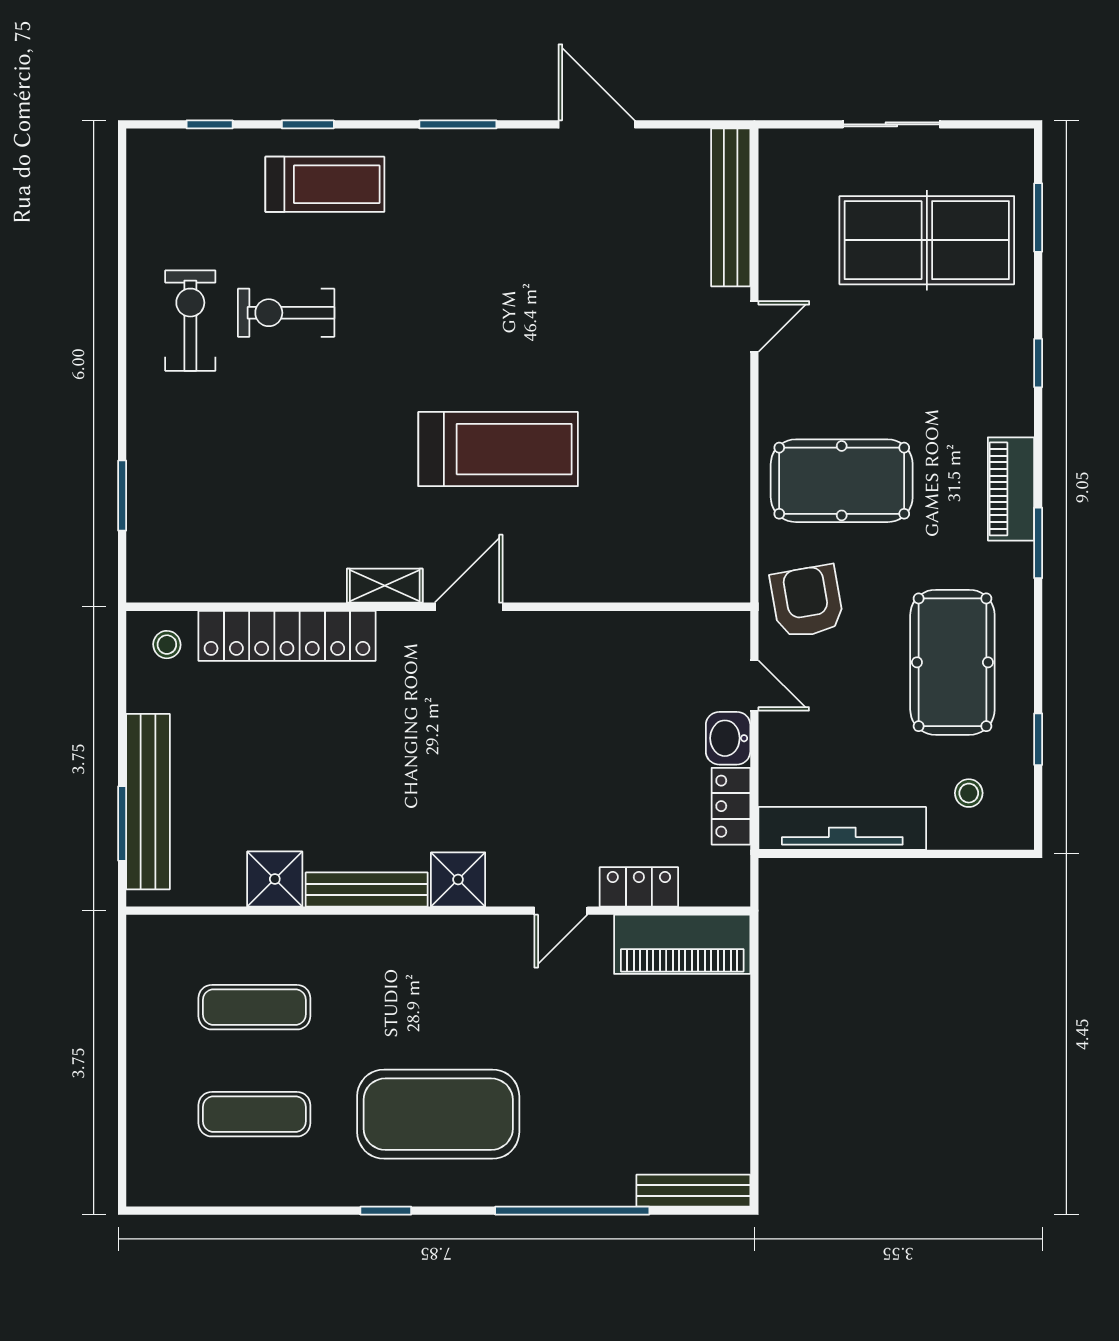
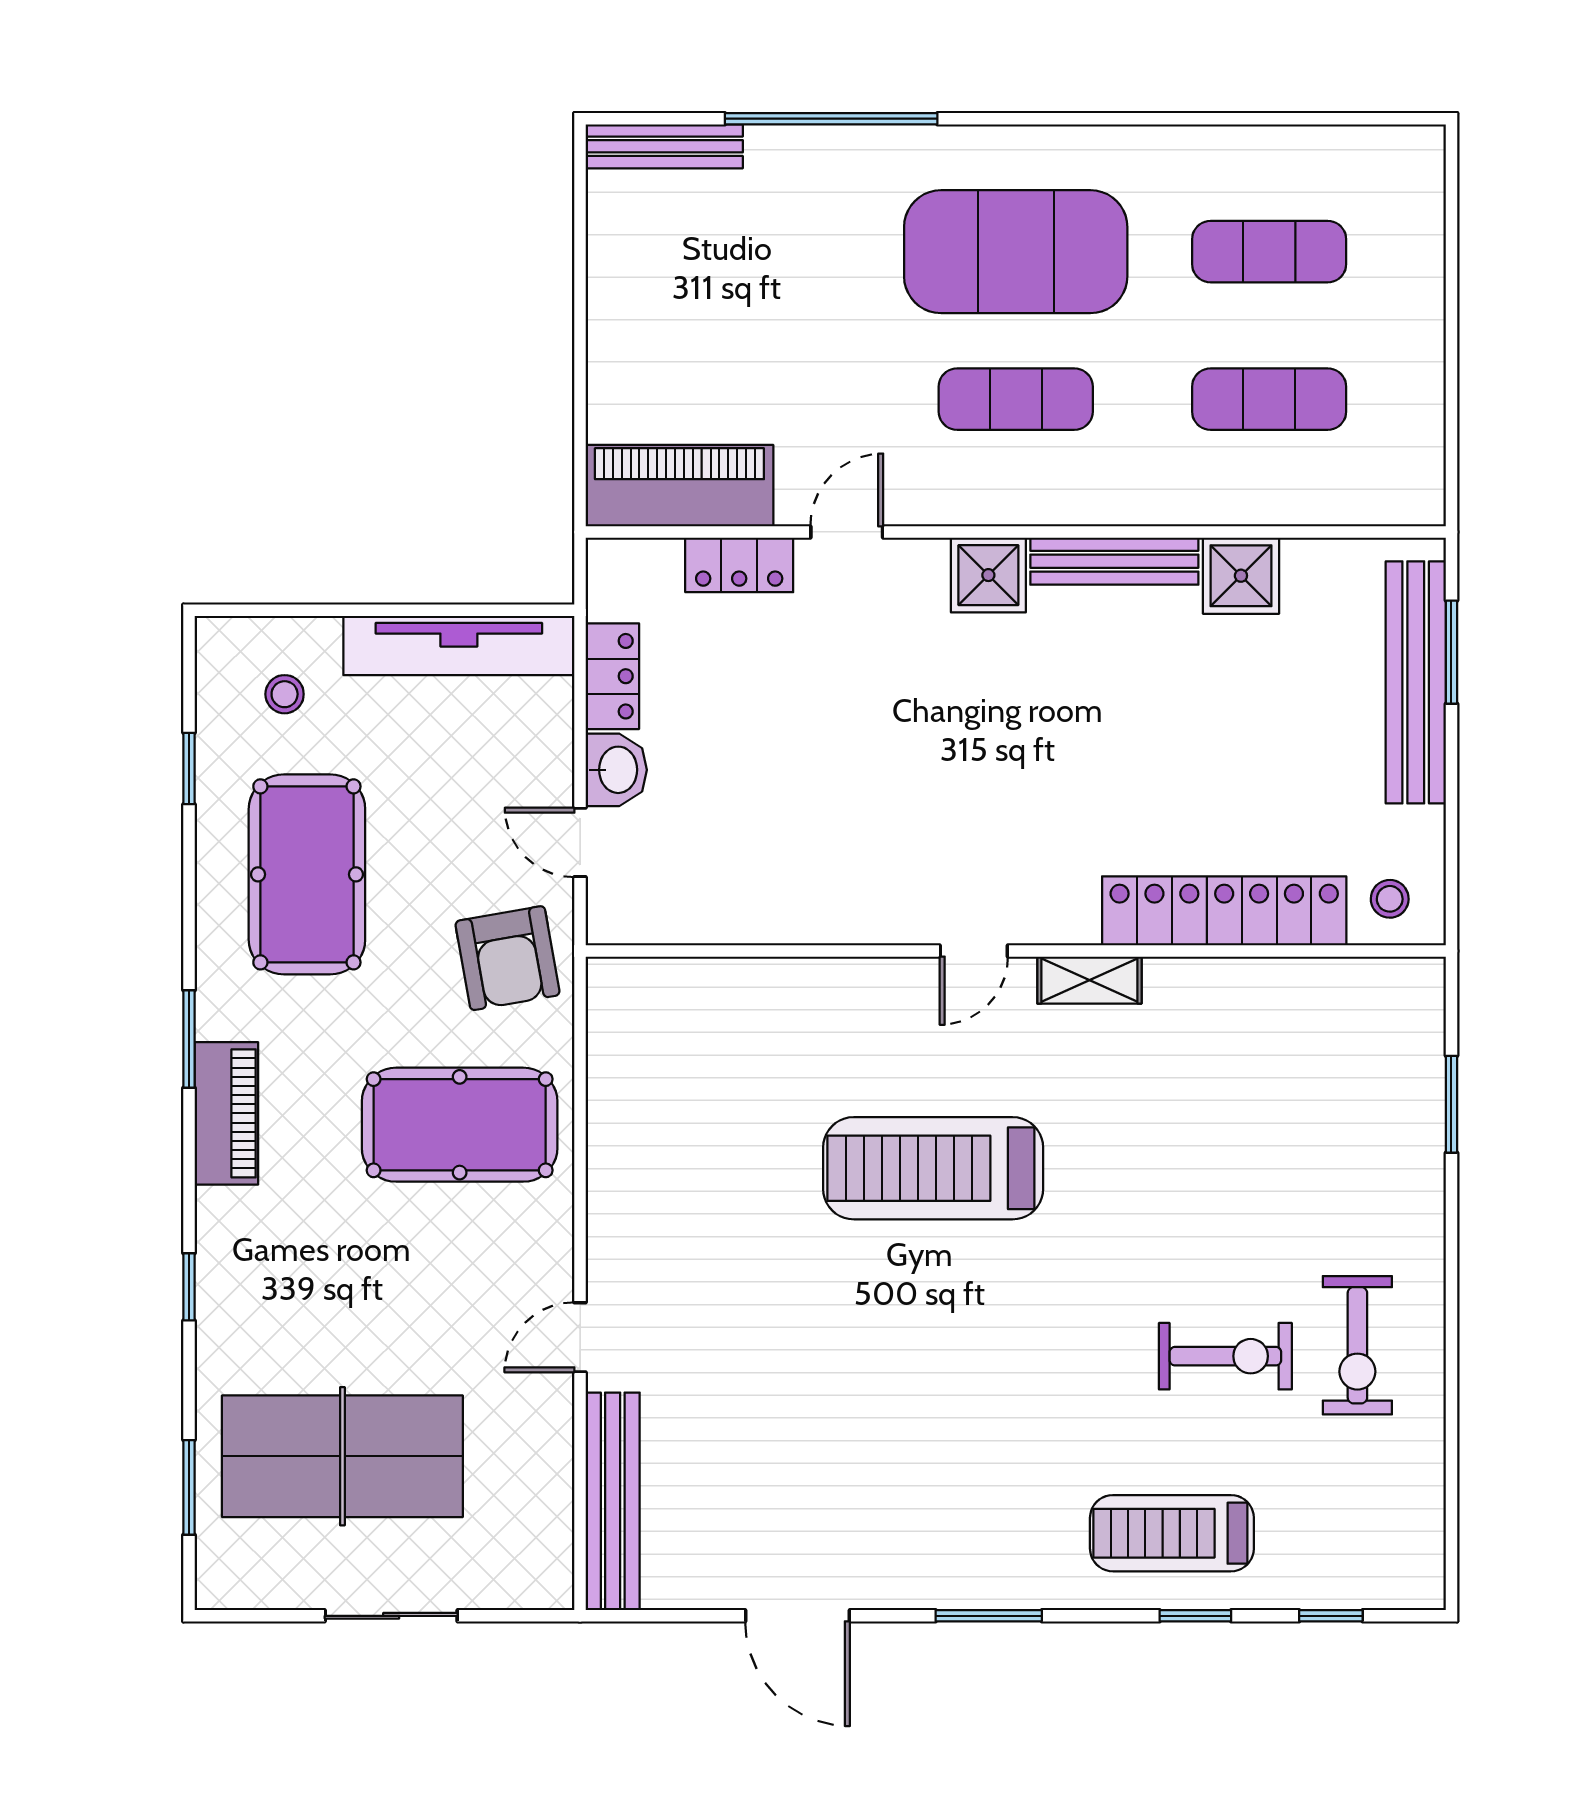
door: (469, 607) -> (974, 951), width x0.73
exercise mat: (438, 1007) -> (1016, 399), added
window: (386, 1211) -> (1088, 119), removed

